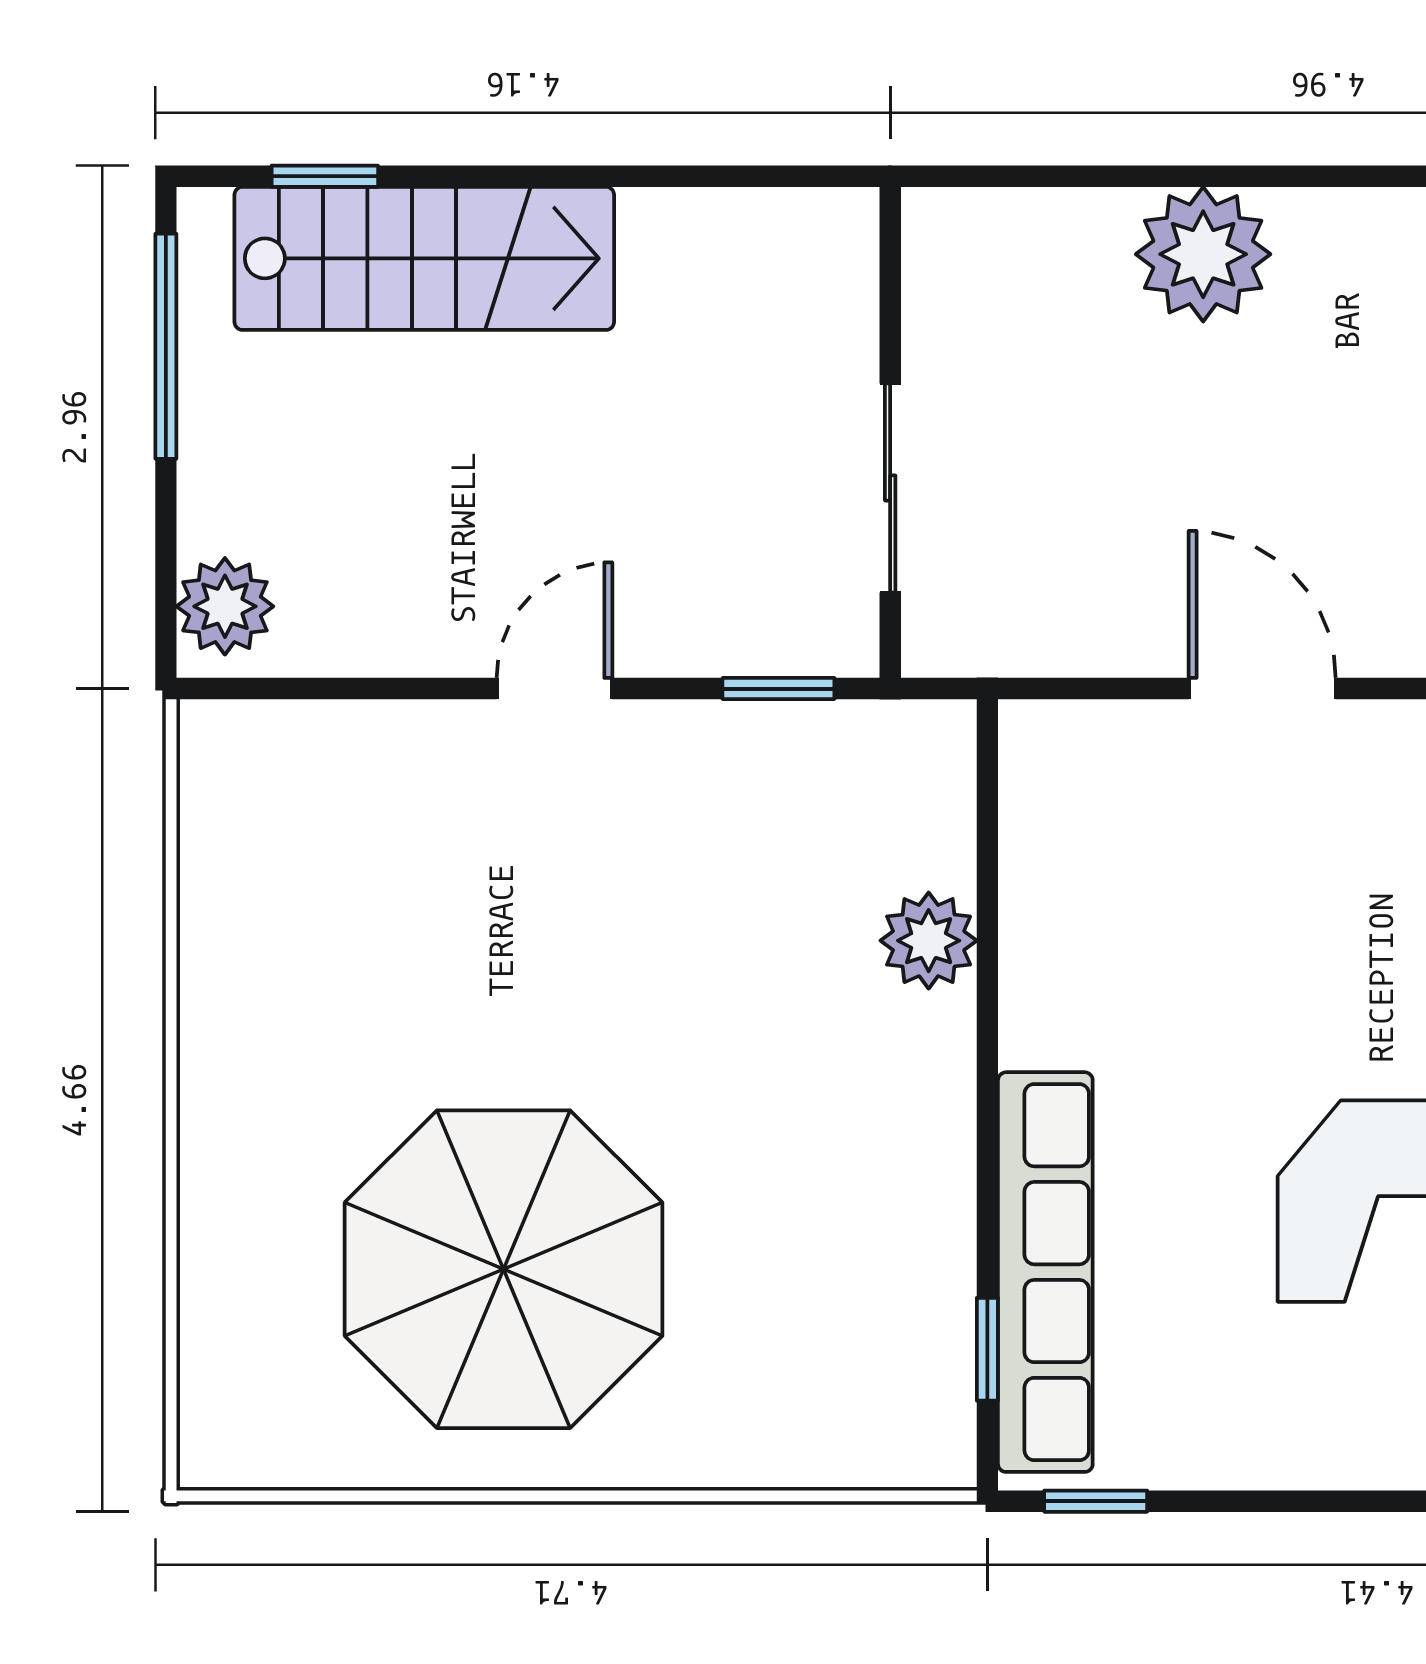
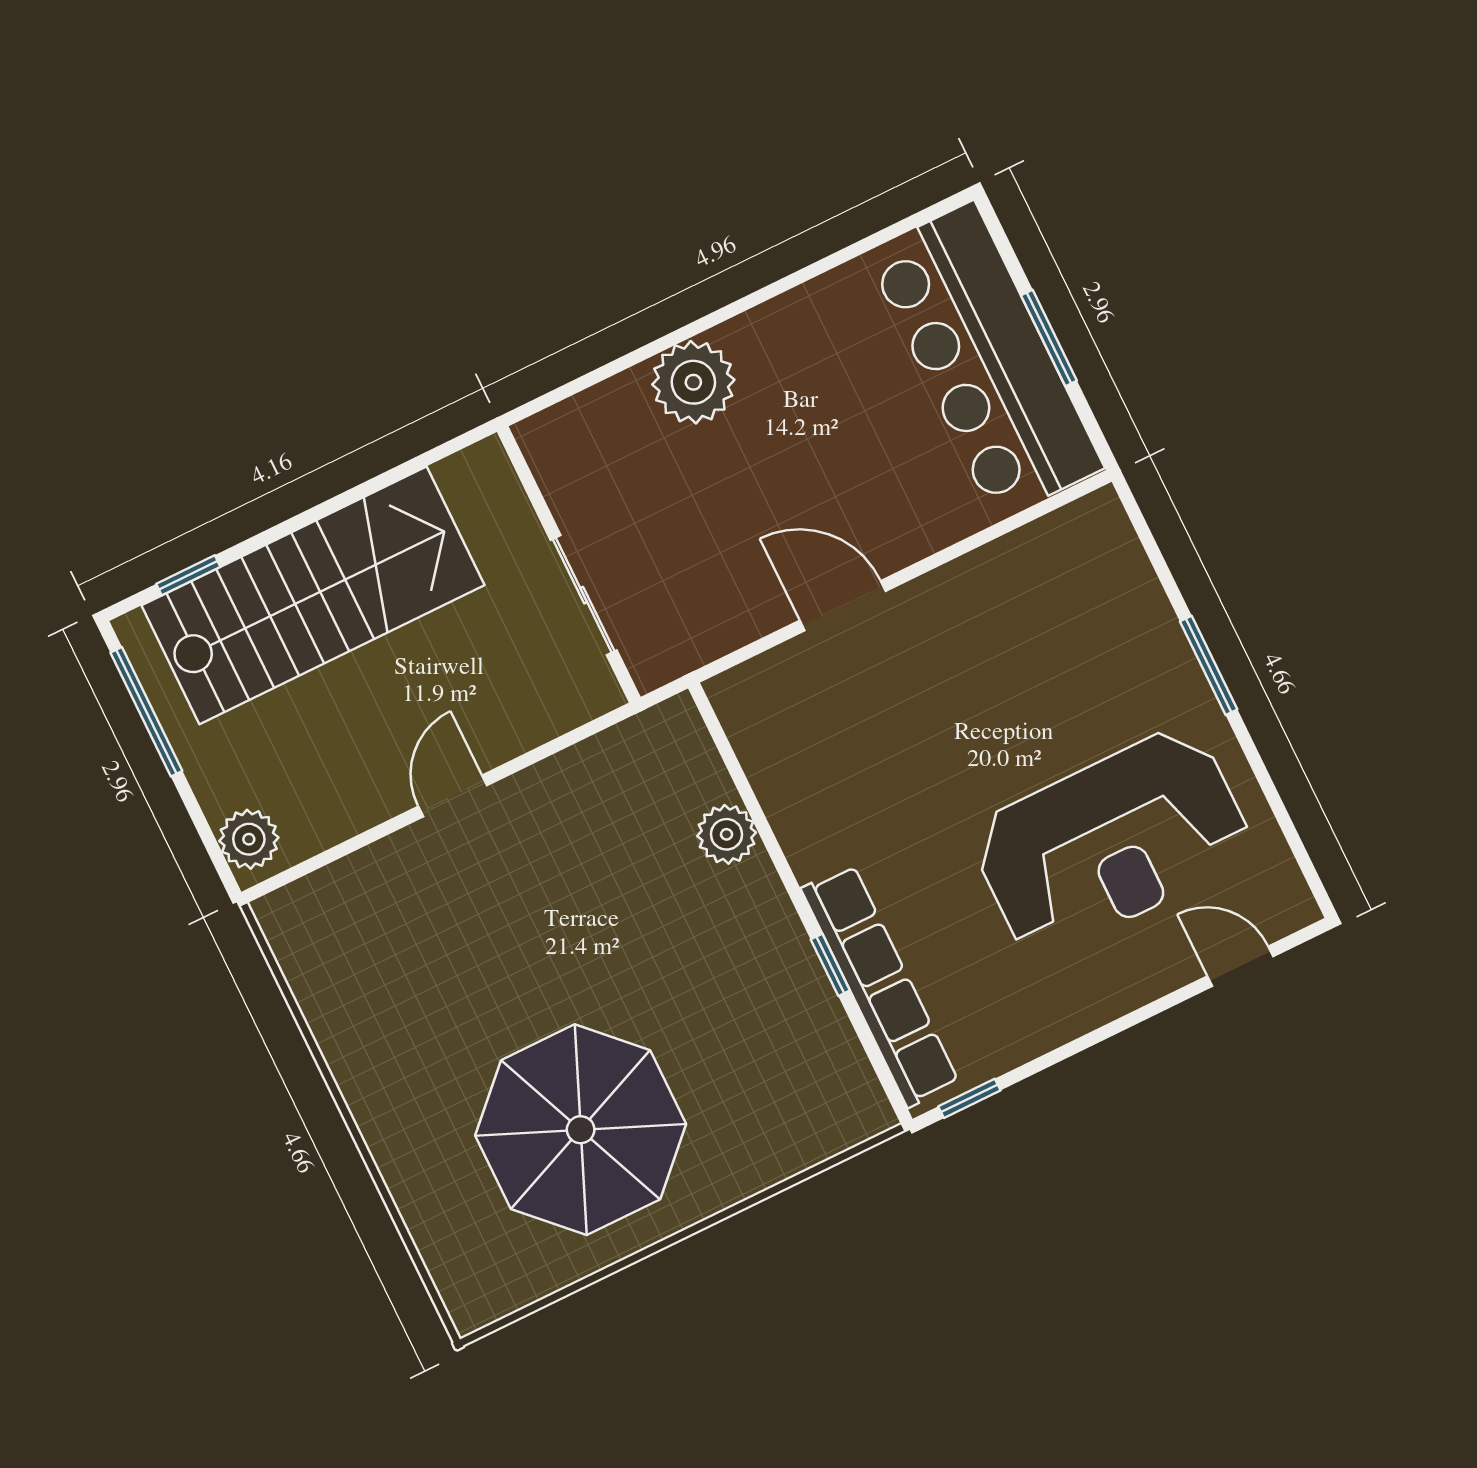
stairs: (424, 258) -> (313, 595), width x1.36, depth x1.51
window: (778, 689) -> (576, 736), removed
window: (987, 1349) -> (830, 965), moved

